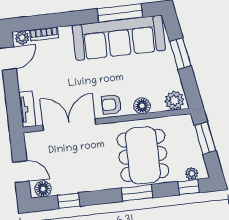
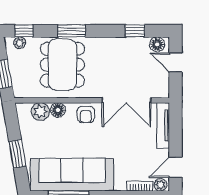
plant: (174, 100) -> (40, 112), moved
armchair: (111, 104) -> (86, 114), turned 90
tv unit: (27, 109) -> (163, 126), width x1.41

